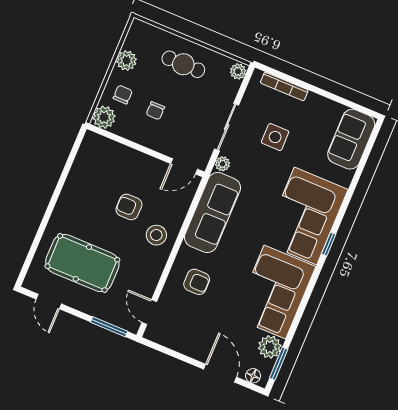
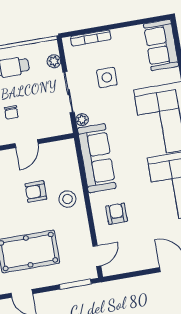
plant: (238, 71) -> (54, 61), moved
door: (184, 166) -> (27, 144), moved
armchair: (197, 282) -> (117, 214), turned -90
door: (149, 312) -> (97, 256), swing flipped

